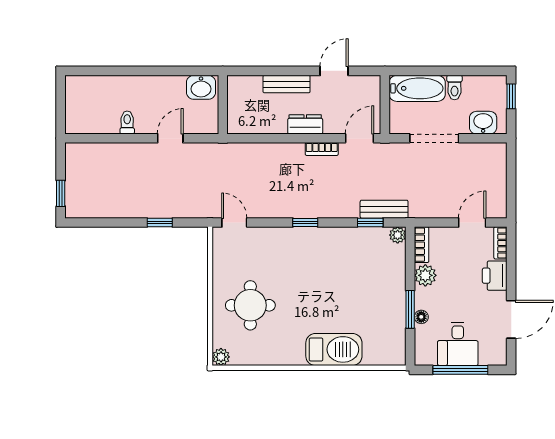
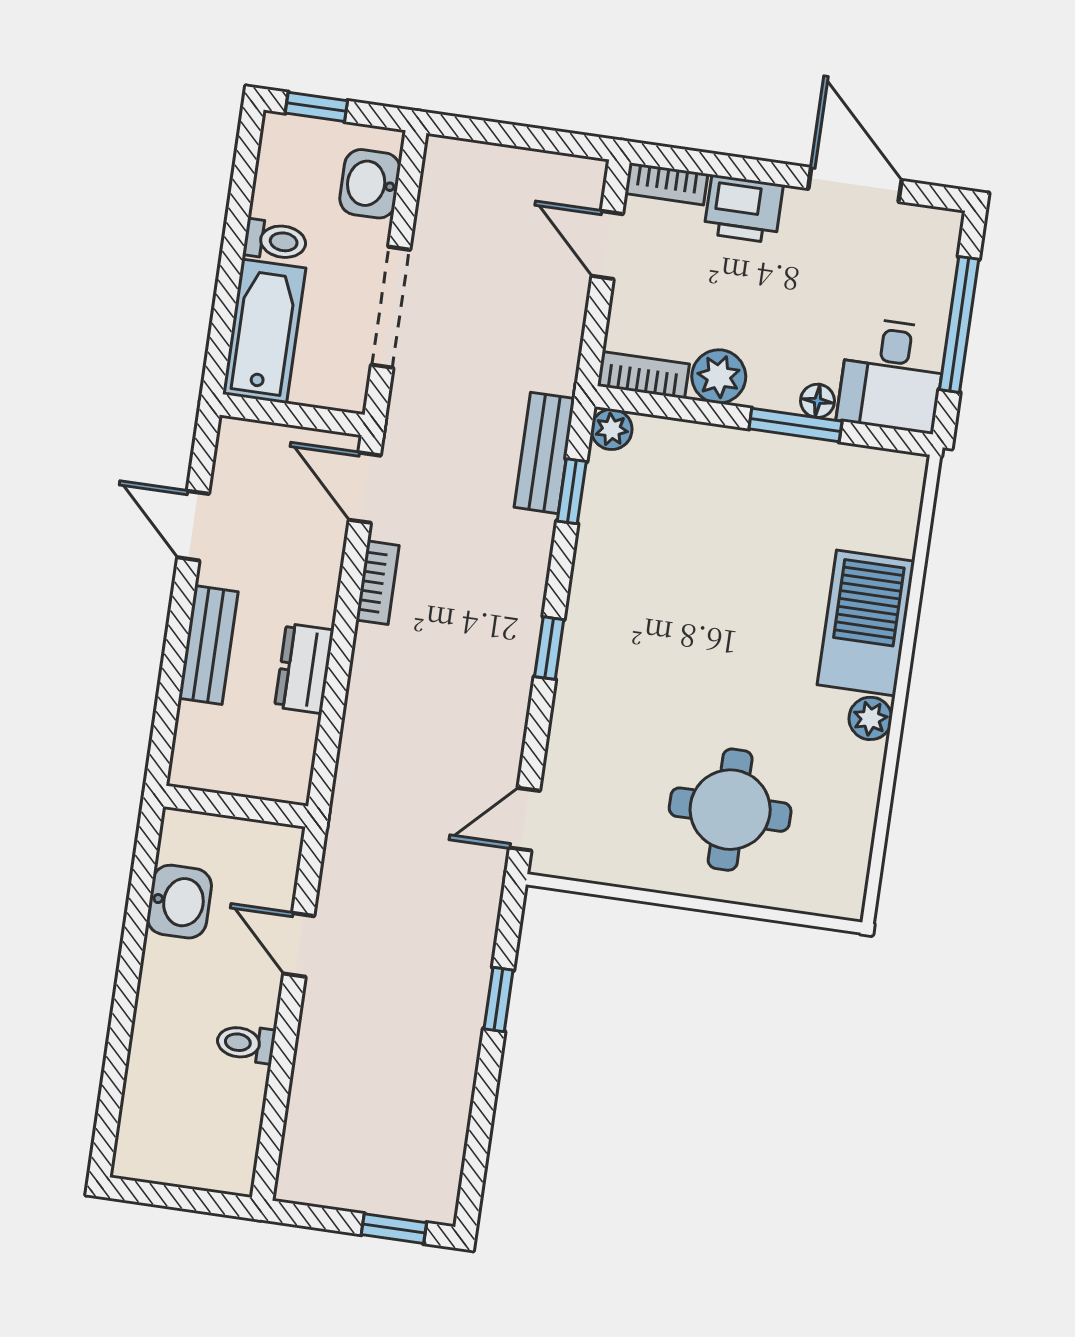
washbasin: (201, 87) -> (179, 902), moved
dresser: (305, 124) -> (304, 669), moved
desk: (458, 344) -> (892, 375), moved, turned 90
plant: (221, 357) -> (870, 718), moved

